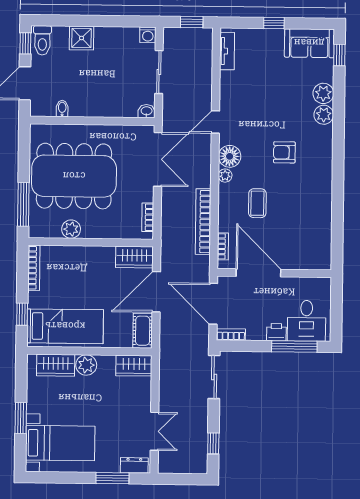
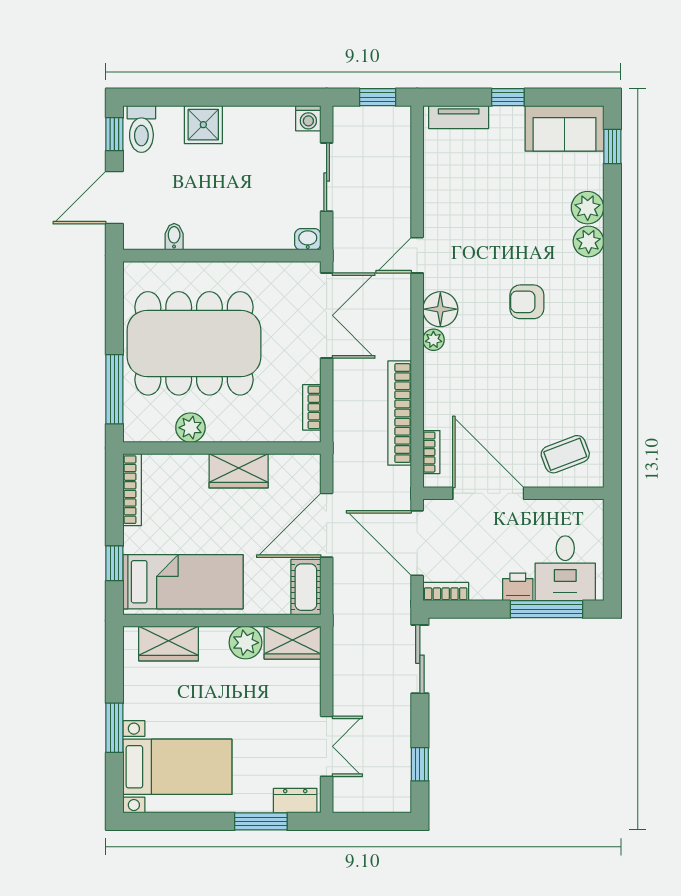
tv unit: (227, 51) -> (459, 117), moved, turned 90
coffee table: (257, 203) -> (565, 454), moved, turned 69
wardrobe: (134, 257) -> (239, 471), moved
plant: (86, 365) -> (246, 643), moved

